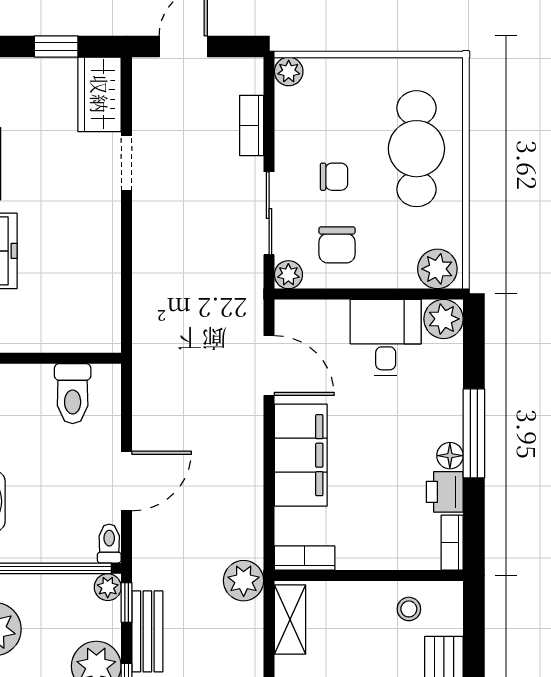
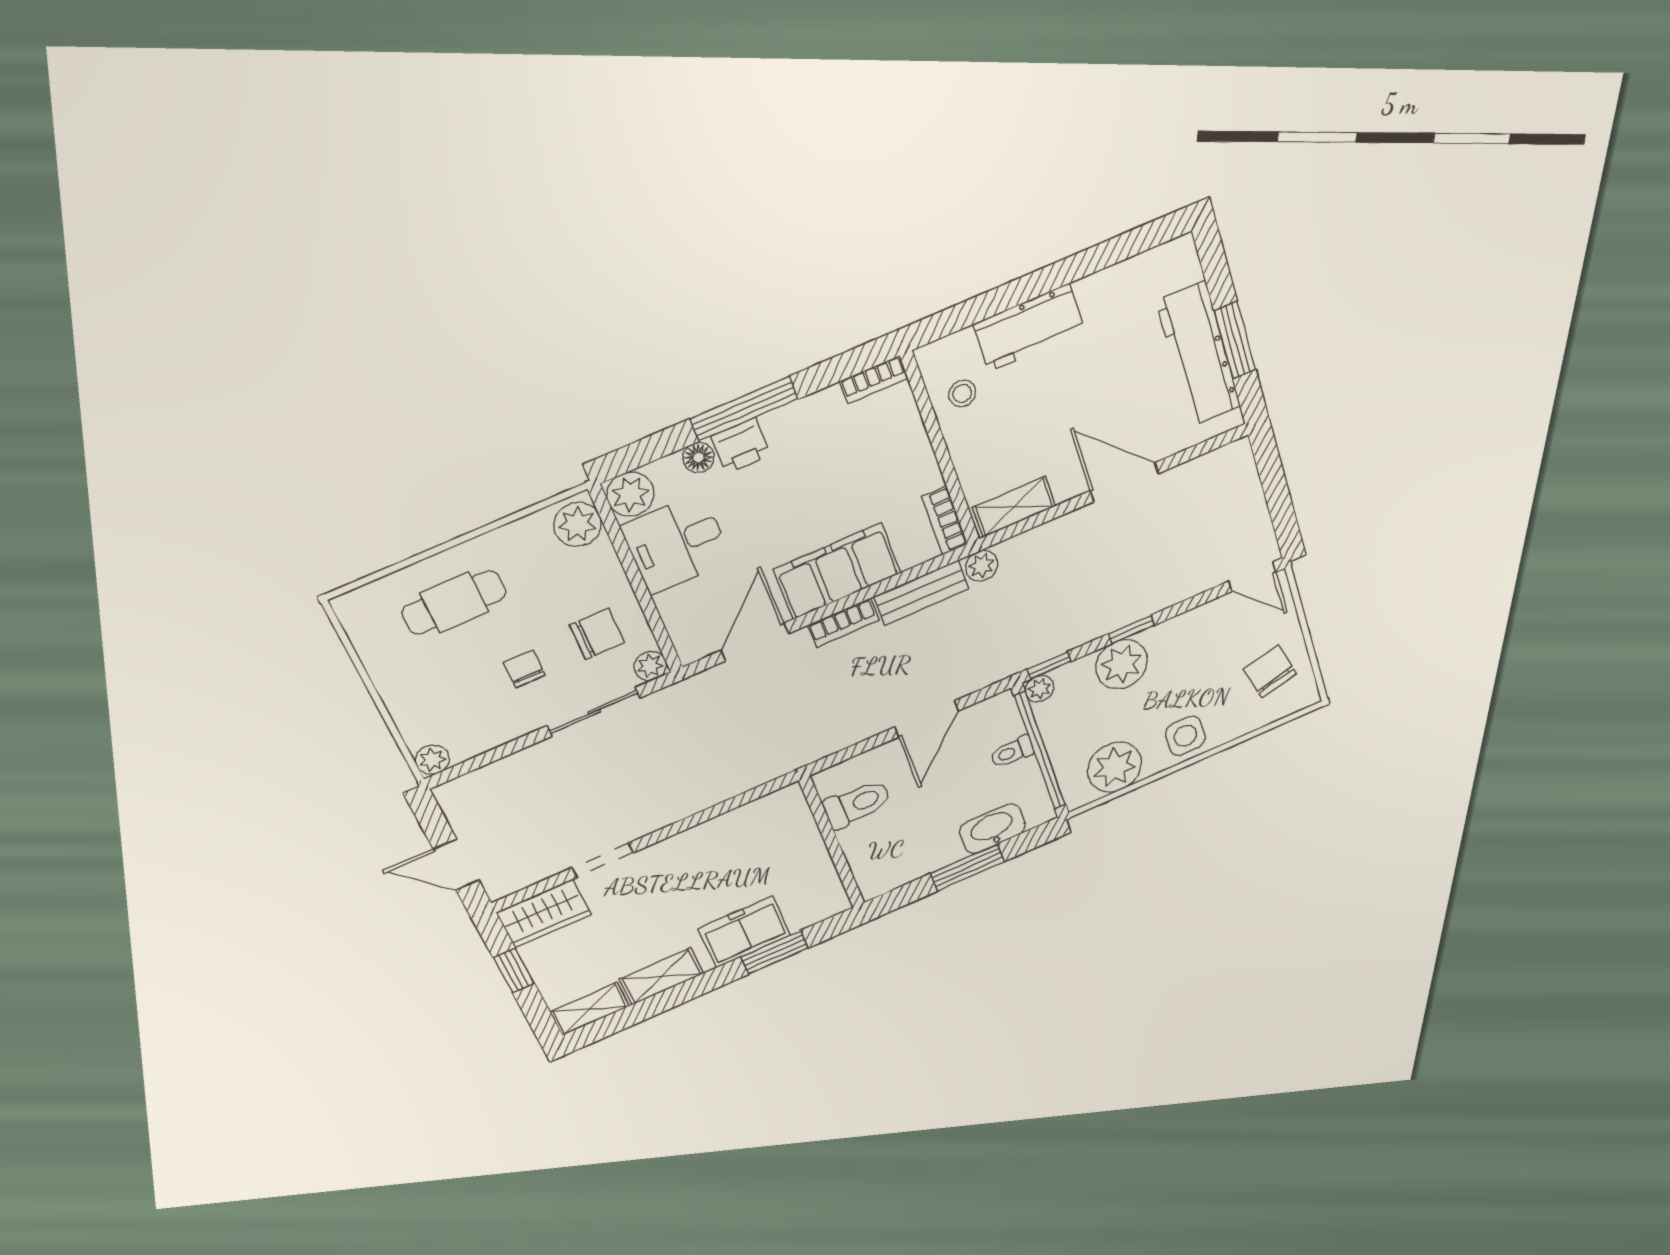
bookcase: (252, 125) -> (843, 623), moved
cafe table: (416, 149) -> (454, 602), width x0.73, depth x0.74
floor lamp: (450, 456) -> (698, 457), moved
door: (127, 481) -> (927, 719), swing flipped
printer: (445, 492) -> (741, 446), moved
toilet: (109, 544) -> (1012, 752), moved
plant: (244, 581) -> (982, 566), width x0.73, depth x0.73
bench: (147, 631) -> (921, 593), moved

